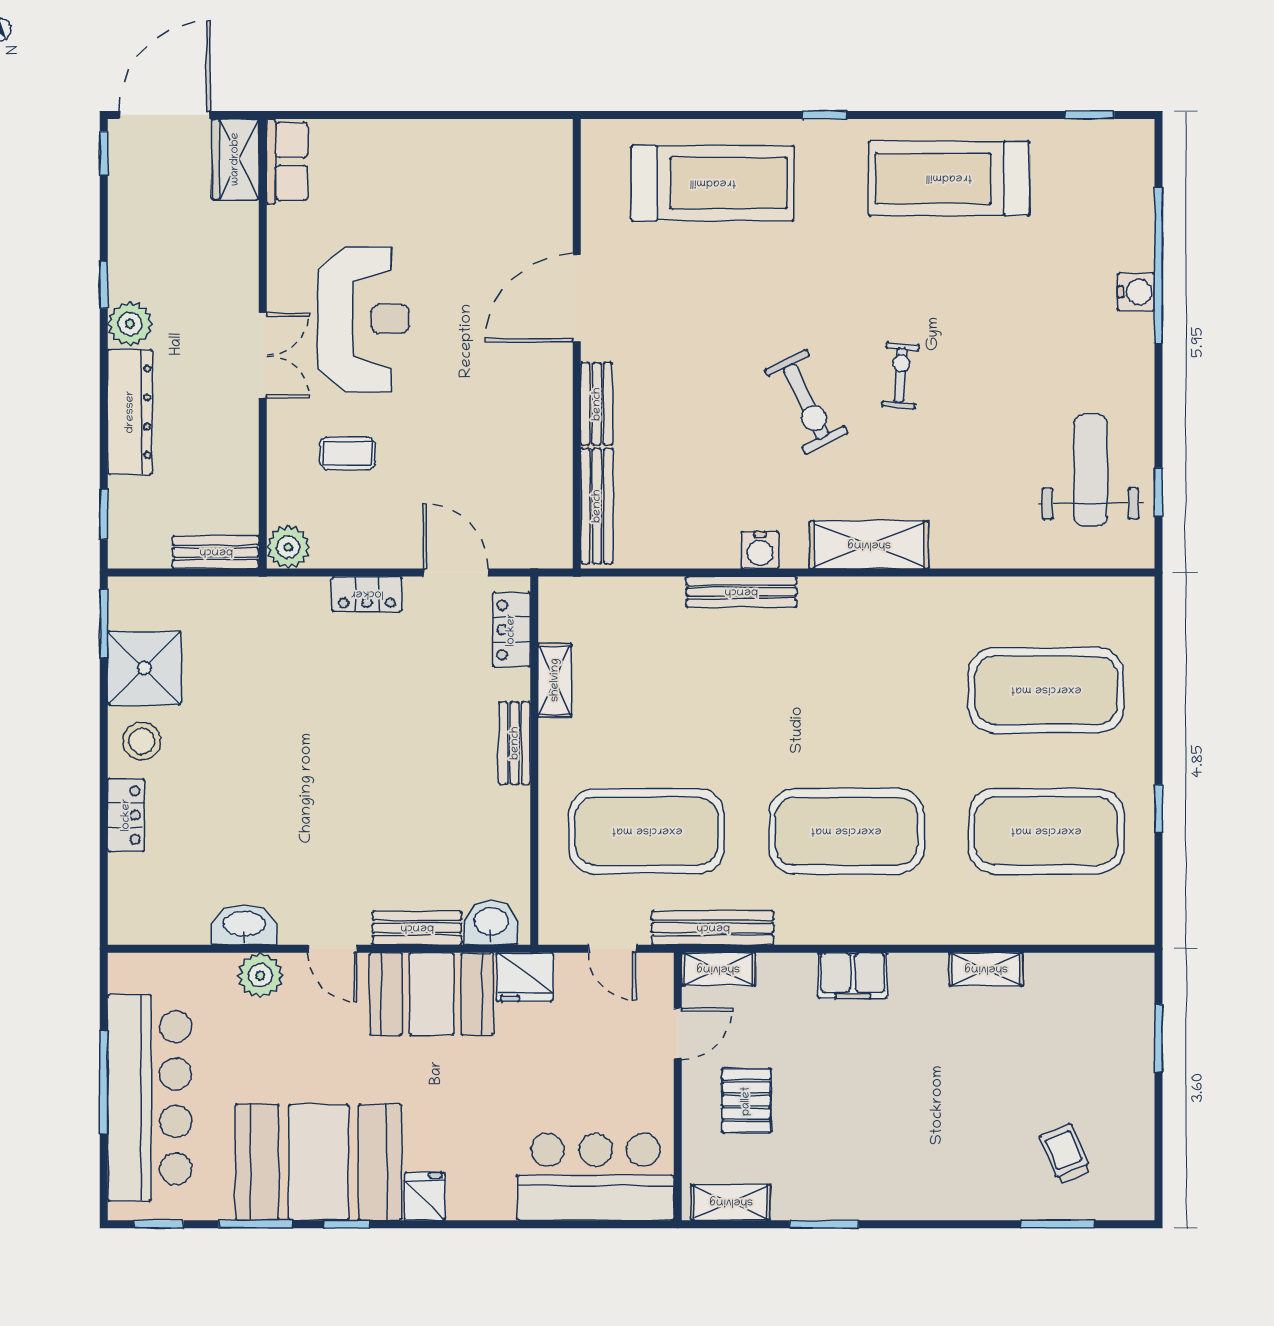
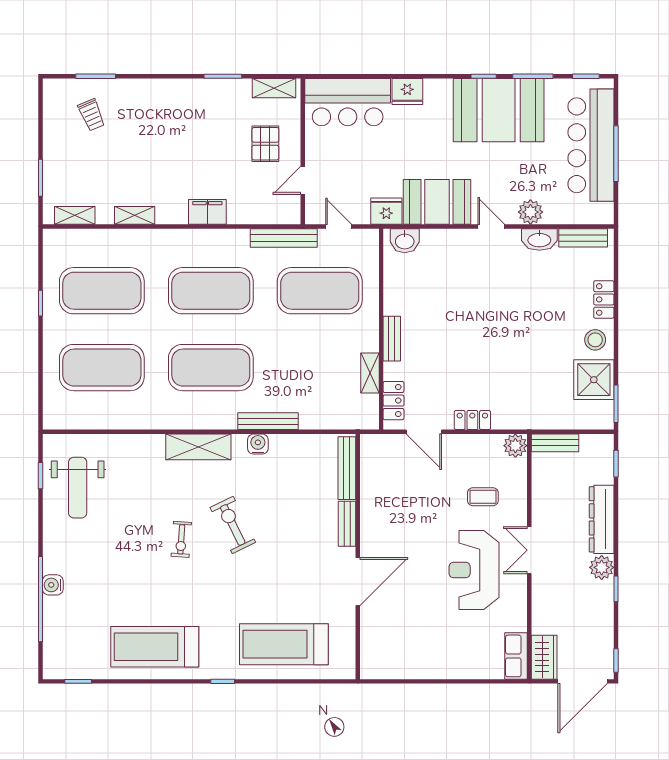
treadmill: (949, 178) -> (155, 647), turned 180
exercise mat: (846, 690) -> (211, 368), added
bench: (417, 928) -> (583, 238), moved
shelving: (718, 969) -> (75, 215), moved
fridge: (425, 1196) -> (407, 92), moved, width x1.38

